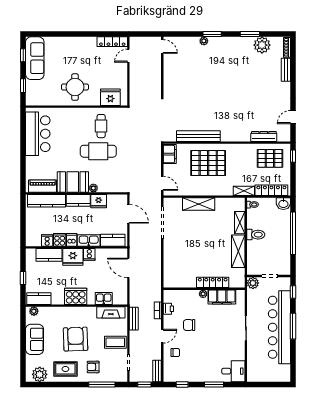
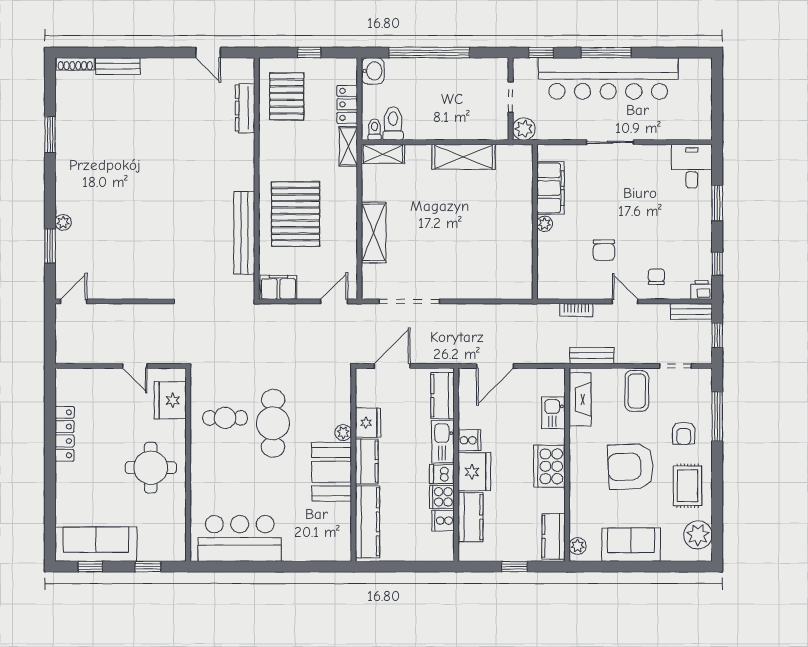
window: (212, 34) -> (50, 246), moved
locker: (112, 42) -> (65, 434), moved
plant: (262, 45) -> (71, 112), removed
door: (128, 56) -> (135, 366), moved
window: (293, 156) -> (309, 53), moved
piano: (43, 186) -> (340, 529), removed
locker: (271, 190) -> (347, 104), width x0.66
shelving: (240, 223) -> (383, 154), moved
toilet: (256, 235) -> (393, 123), moved
locker: (213, 282) -> (523, 205), removed
printer: (168, 309) -> (702, 290), moved

